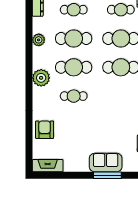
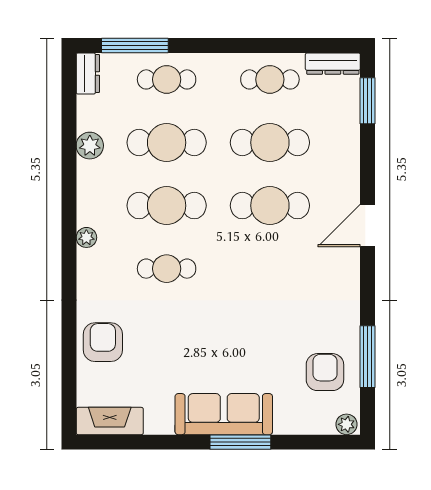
plant: (41, 78) -> (86, 237), width x0.53, depth x0.53
sofa: (106, 163) -> (224, 414), width x1.36

